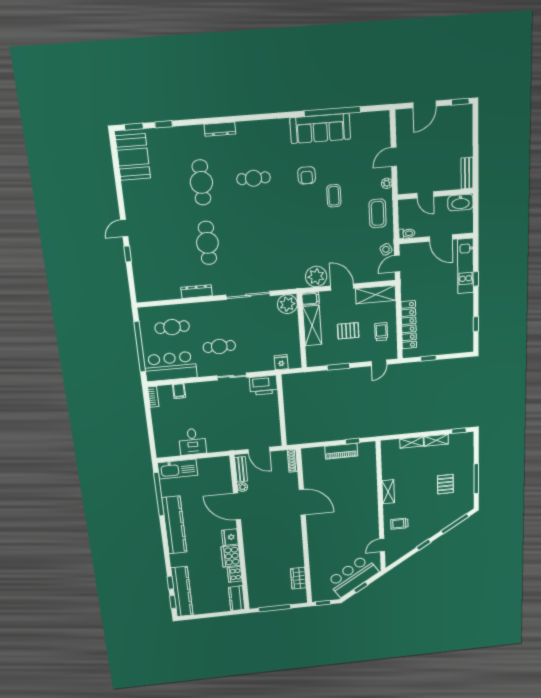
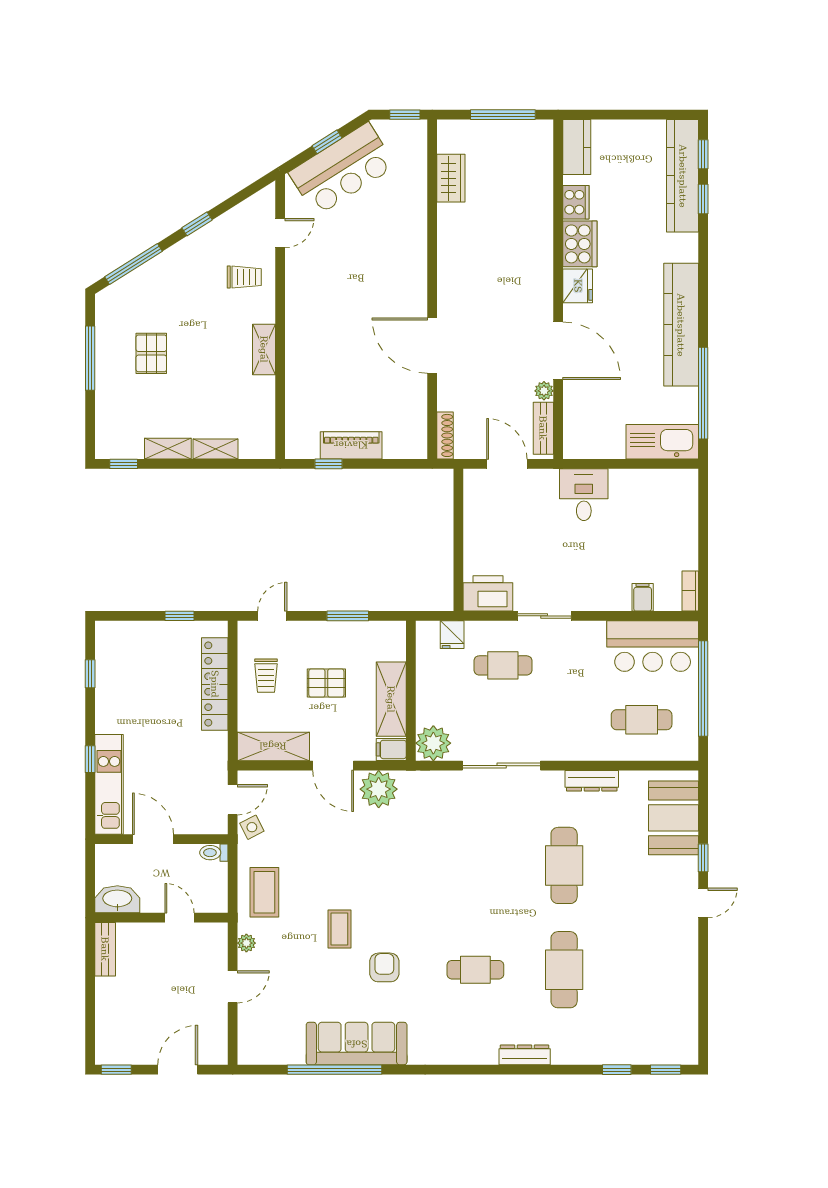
booth: (133, 157) -> (674, 818), moved
cafe table: (219, 346) -> (503, 665), moved
desk: (192, 442) -> (584, 495), moved

